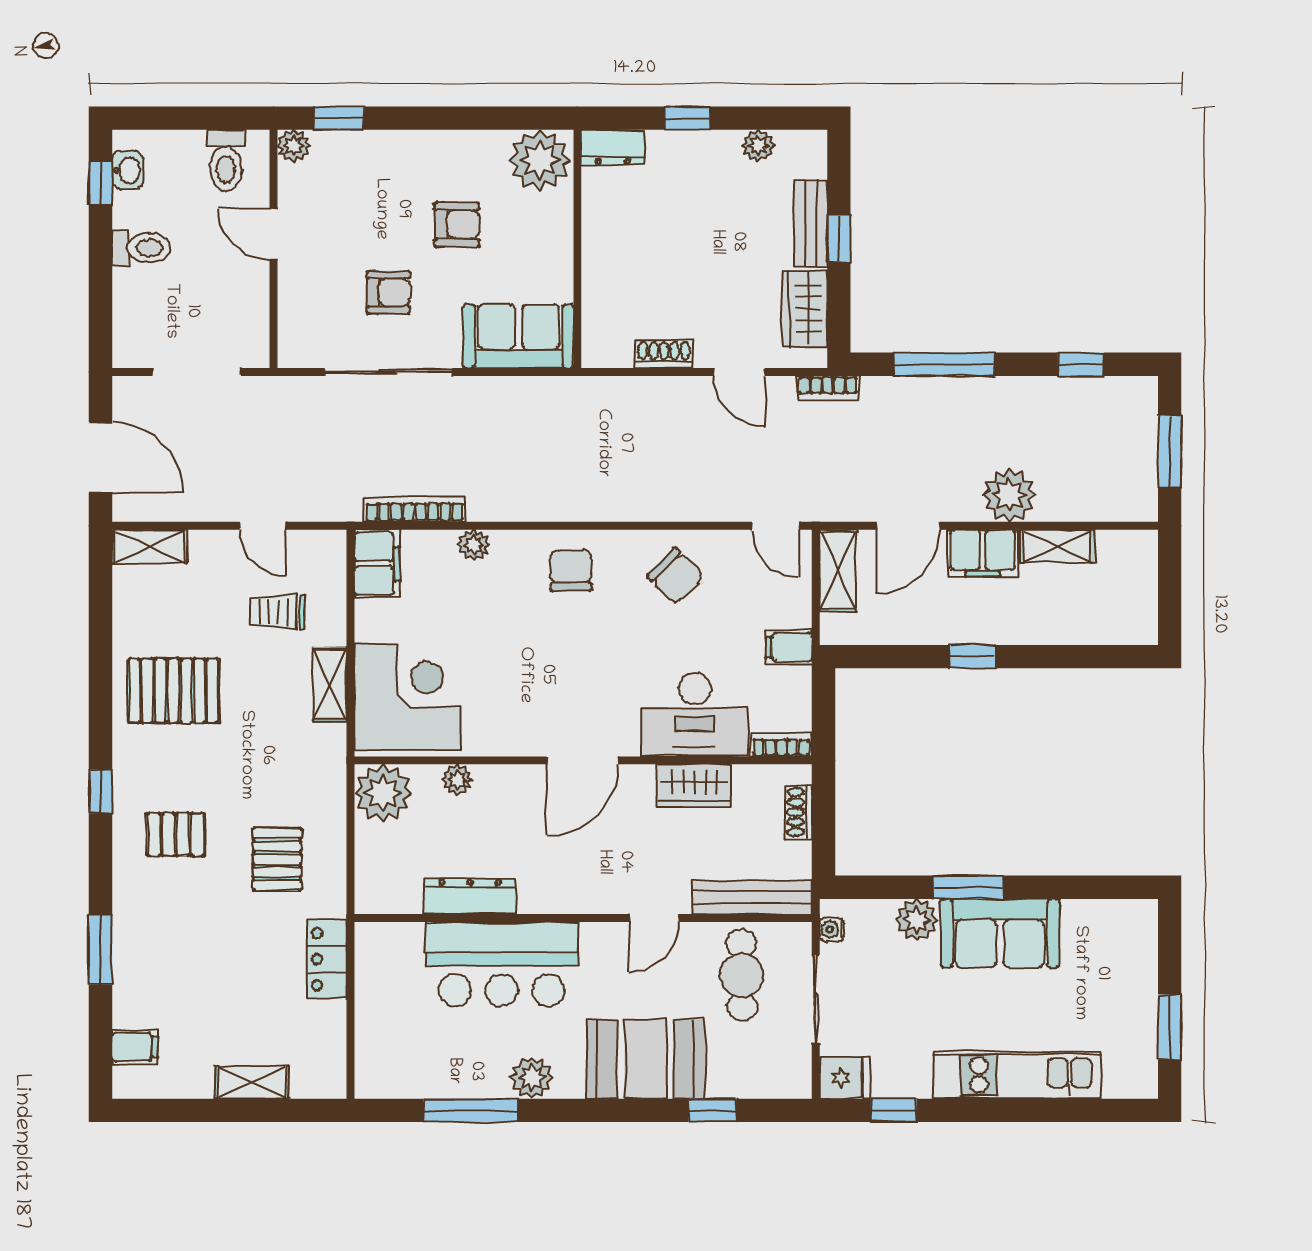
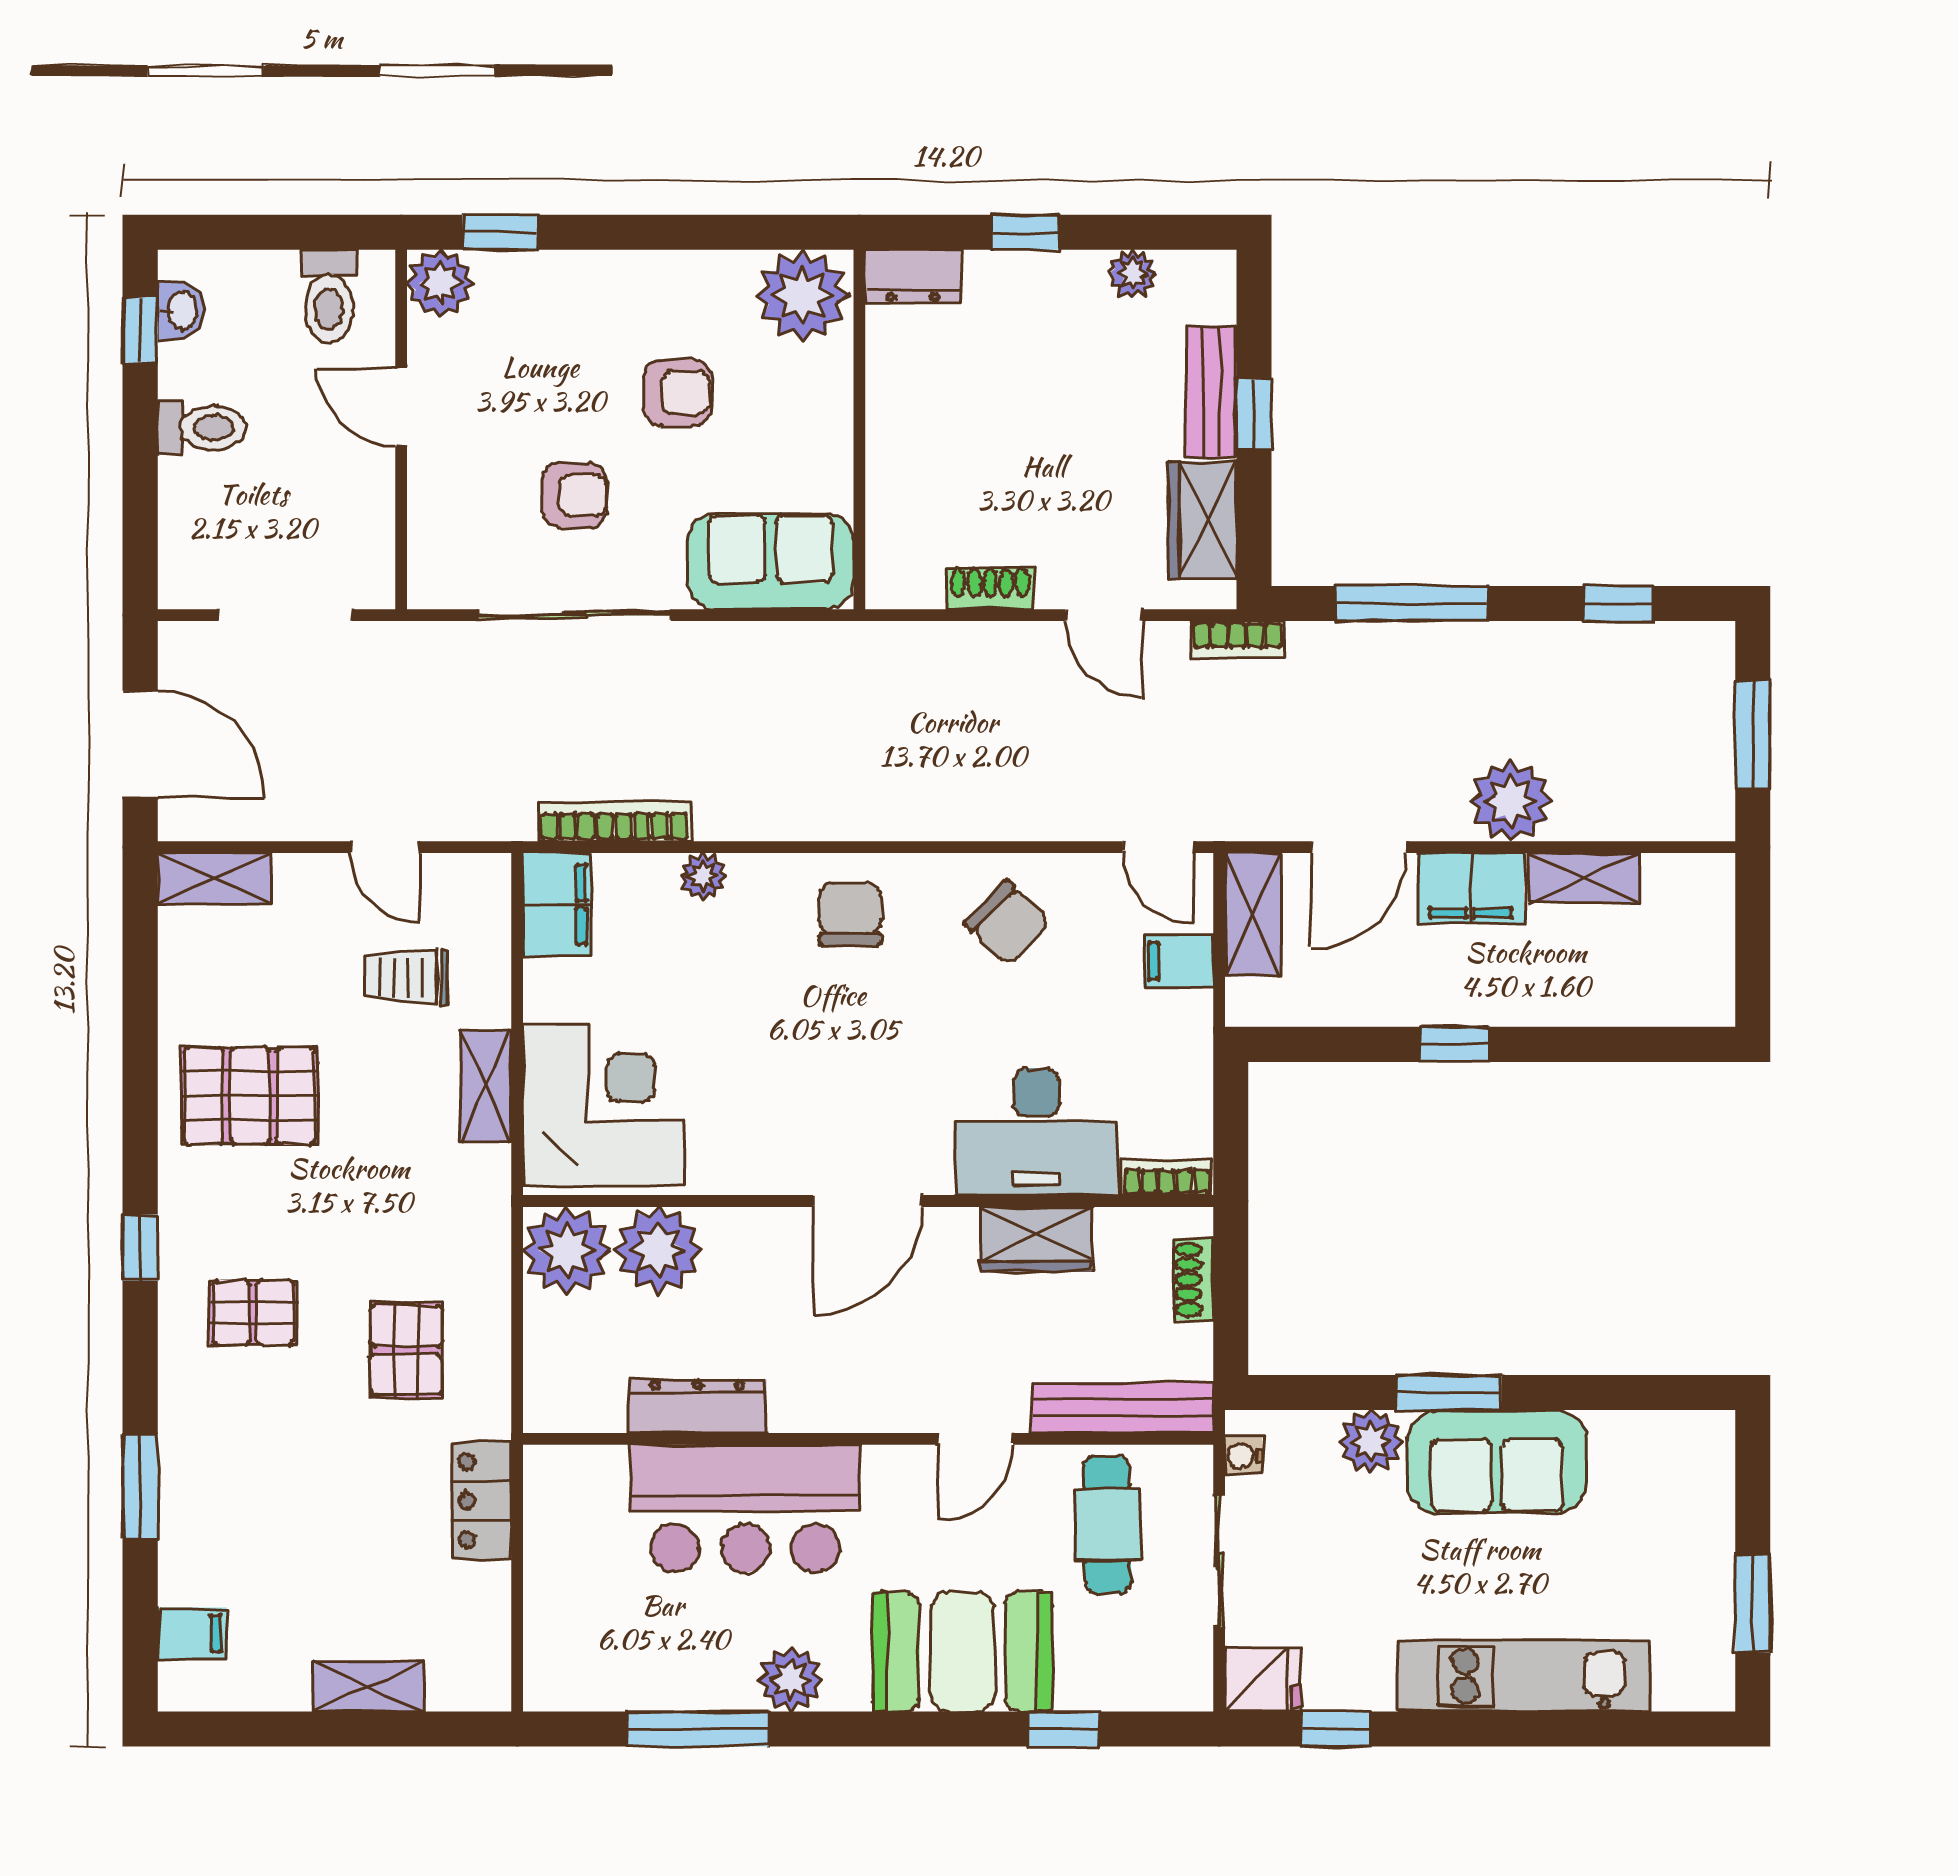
plant: (294, 146) -> (440, 283), width x1.38, depth x1.38
filing cabinet: (789, 647) -> (1178, 961), moved
plant: (457, 779) -> (658, 1250), width x1.88, depth x1.88

